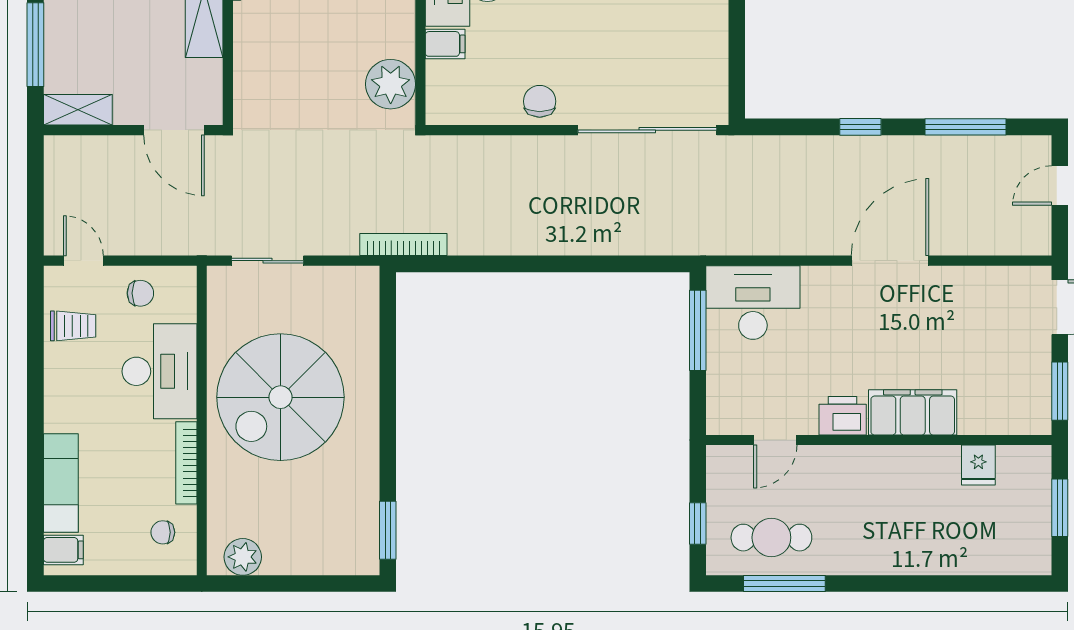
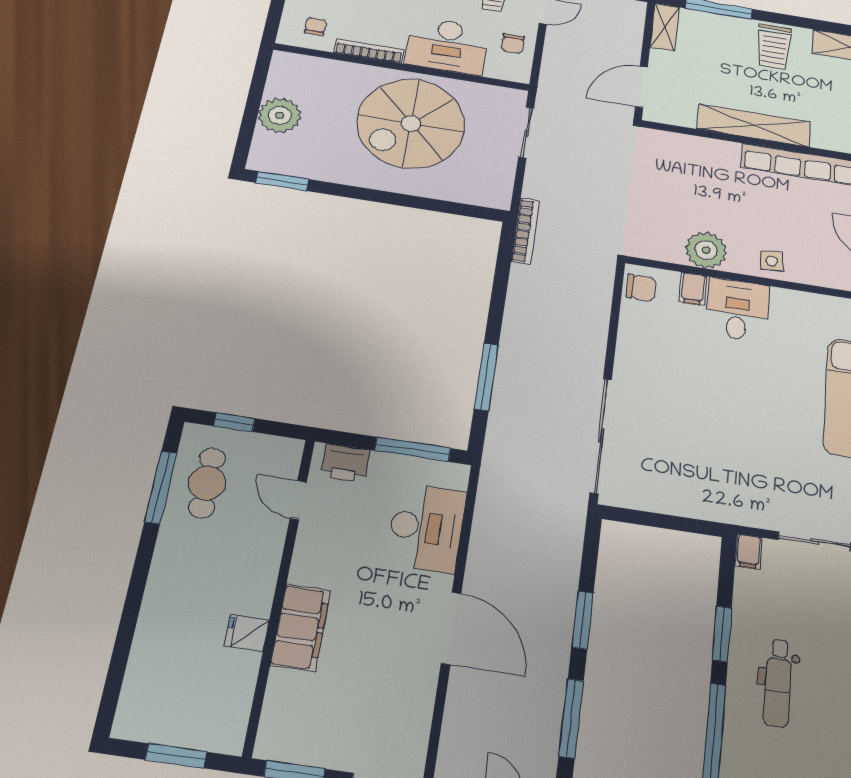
plant: (391, 84) -> (706, 250), moved
chair: (540, 101) -> (641, 288), moved
window: (860, 127) -> (583, 620), width x1.50
window: (598, 264) -> (486, 377), added
desk: (753, 302) -> (426, 528), moved
spiral stairs: (280, 397) -> (411, 123), turned -90
printer: (843, 416) -> (345, 463), moved, turned 90
fridge: (978, 465) -> (246, 633), moved
plant: (243, 557) -> (280, 115), moved, width x1.36, depth x1.36

